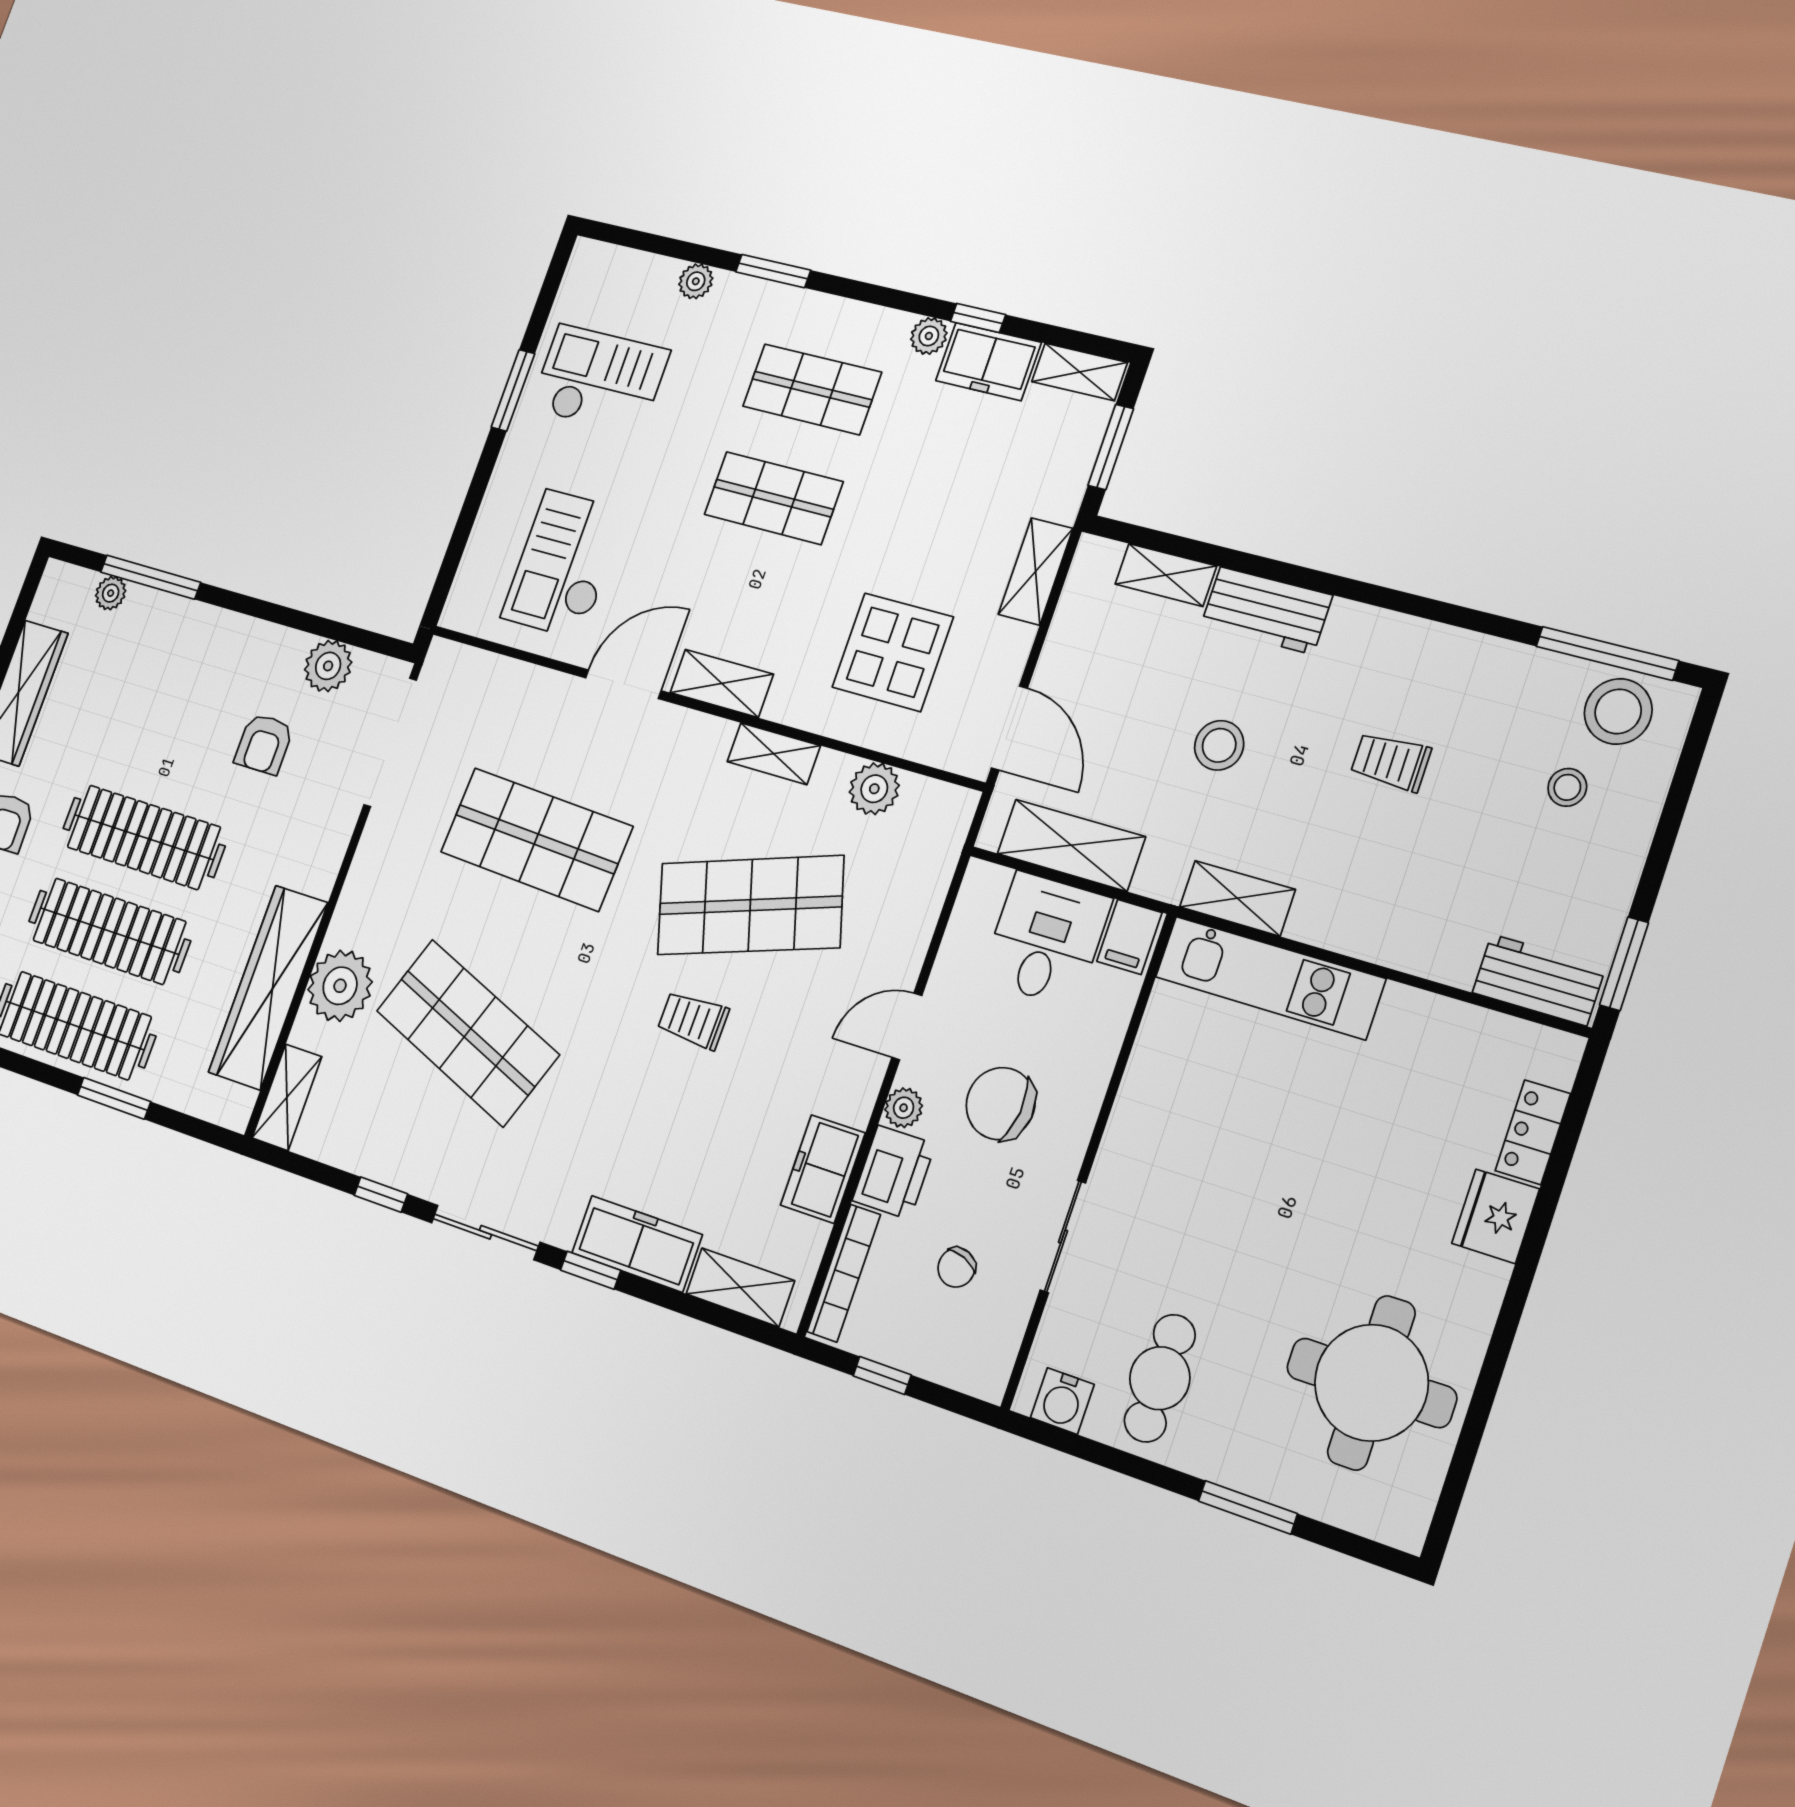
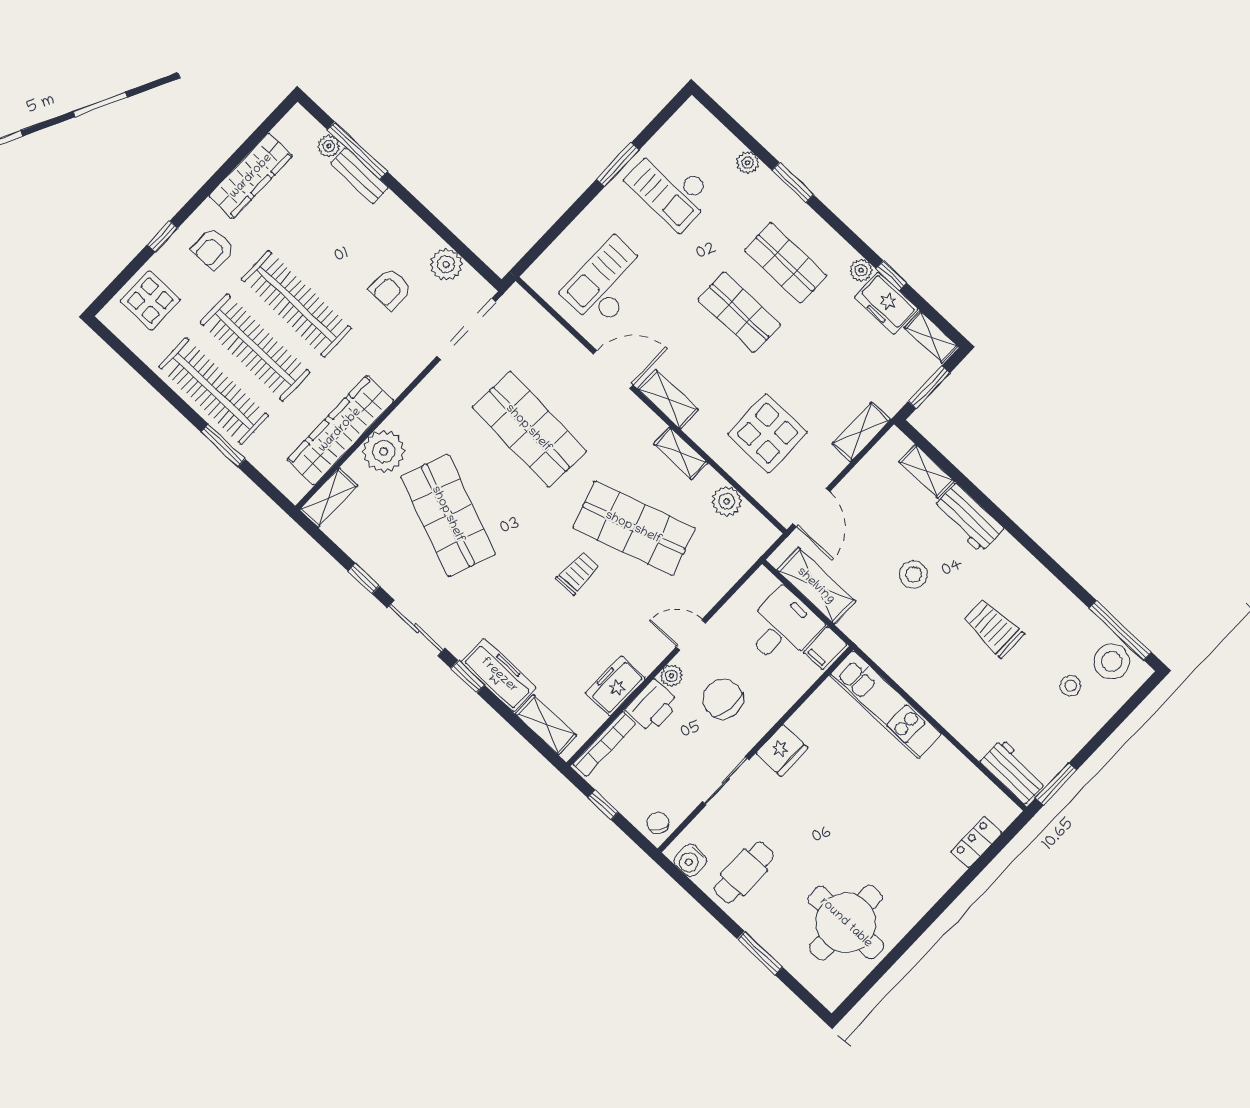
checkout: (600, 380) -> (670, 188), turned 180
bench: (166, 610) -> (360, 176), added
trolley: (1391, 762) -> (993, 628), width x1.36, depth x1.39
shelving: (1237, 898) -> (888, 657), removed
trolley: (693, 1020) -> (578, 573), turned 89
fridge: (1496, 1216) -> (782, 751), moved, turned 180
chair: (957, 1267) -> (658, 823), moved, turned 102

